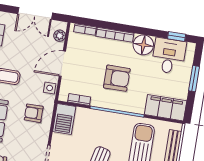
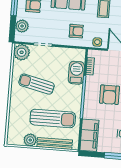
armchair: (34, 113) -> (76, 31), turned 90
barbecue: (64, 119) -> (76, 73), moved, turned 90

